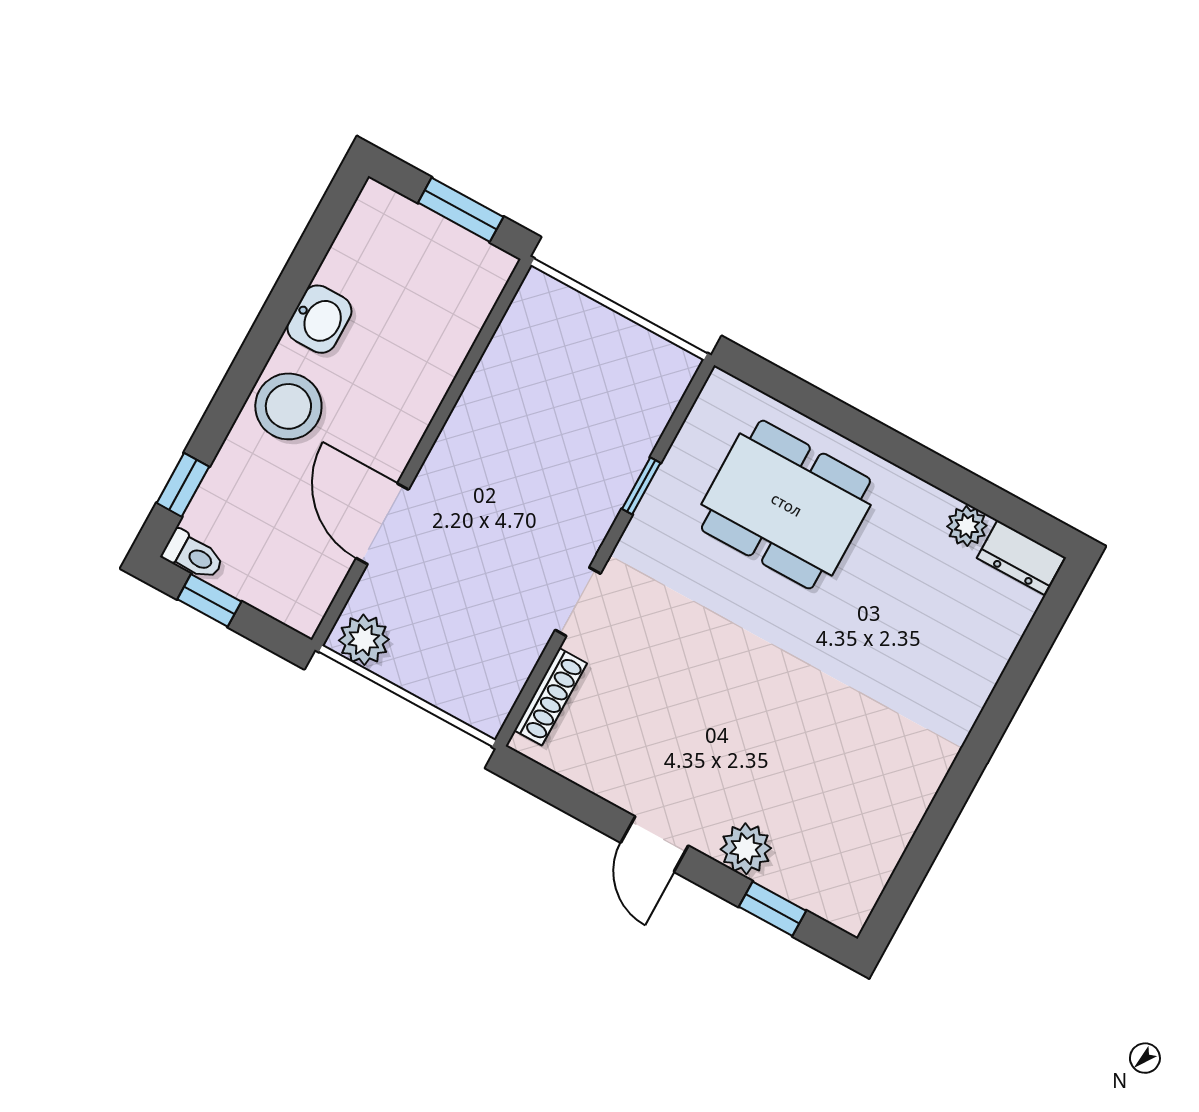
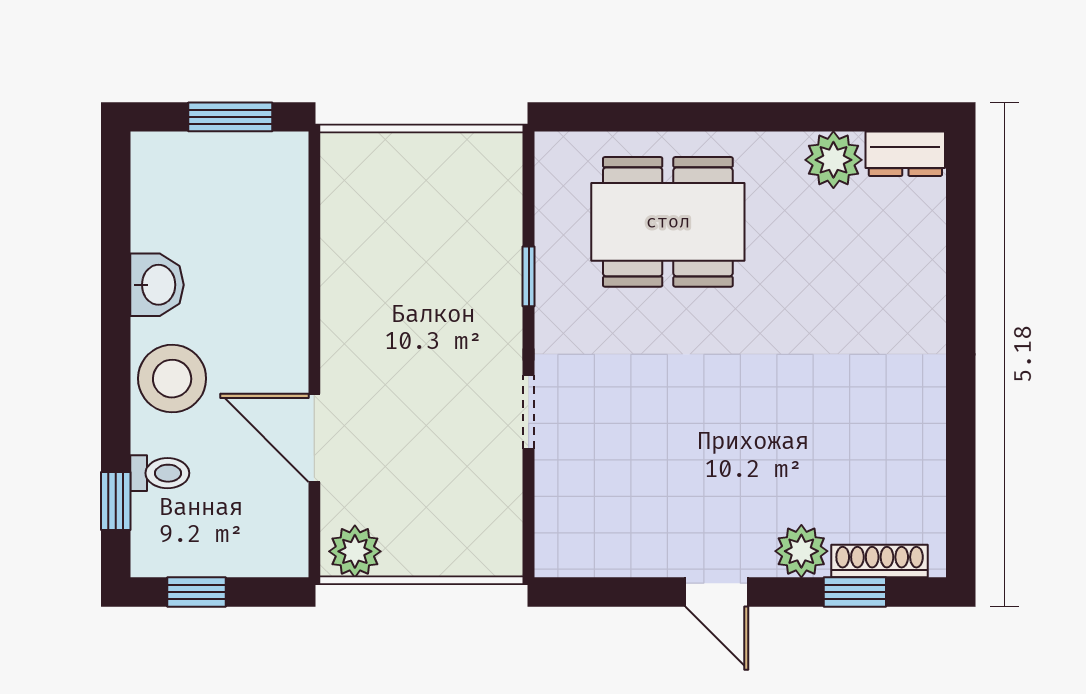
plant: (967, 526) -> (833, 160), width x1.38, depth x1.38
toilet: (193, 555) -> (160, 473), moved
shoe rack: (551, 697) -> (880, 561), moved, turned -90

